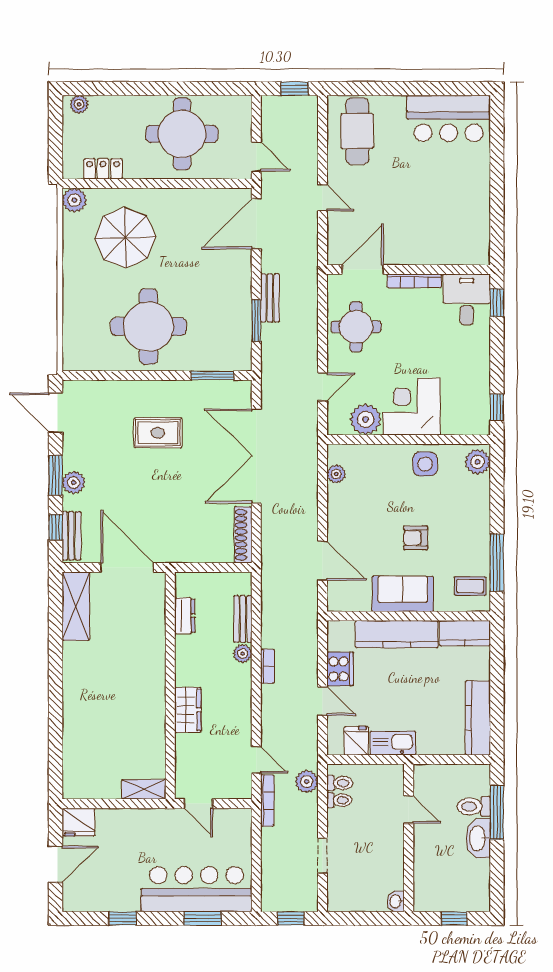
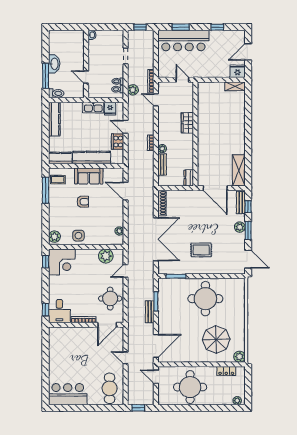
corner desk: (412, 407) -> (62, 262), moved
dresser: (185, 616) -> (189, 178), moved
shelving: (144, 789) -> (235, 86), moved
toilet: (474, 806) -> (56, 93), moved
window: (454, 918) -> (65, 27), removed

